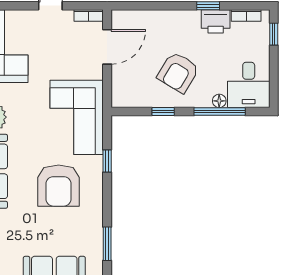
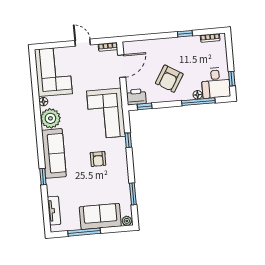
printer: (216, 21) -> (136, 97), moved, turned 180
window: (274, 34) -> (232, 79), moved
window: (163, 112) -> (145, 106), moved
armchair: (59, 186) -> (98, 159), width x0.53, depth x0.53

